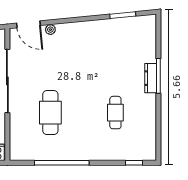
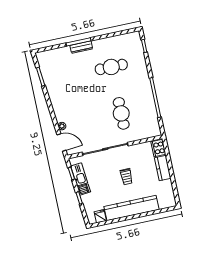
door: (28, 24) -> (62, 143), hinge flipped
cafe table: (50, 113) -> (121, 113), turned 90
cafe table: (115, 113) -> (111, 67), width x1.37, depth x1.35

